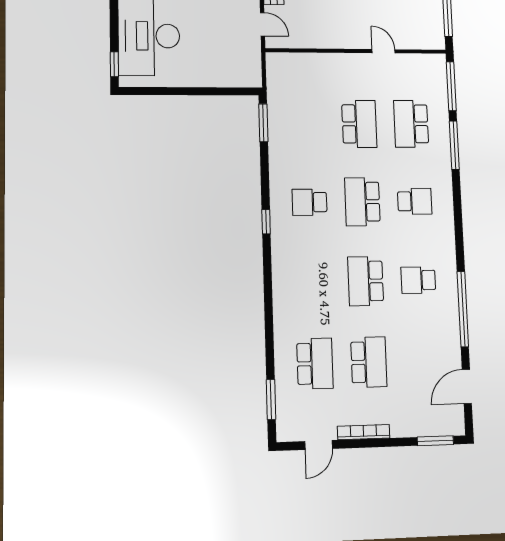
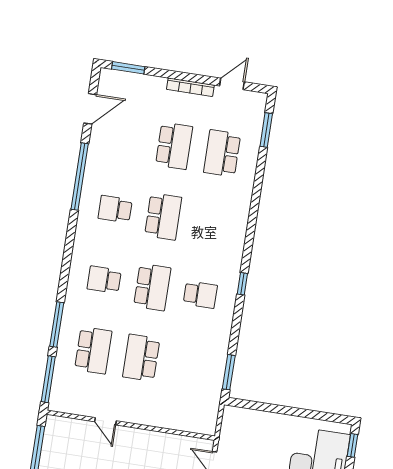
school desk: (418, 280) -> (115, 209), turned 180
school desk: (369, 362) -> (174, 146), turned 180

